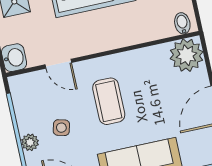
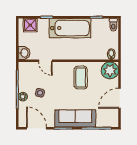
coffee table: (109, 101) -> (81, 78), moved

